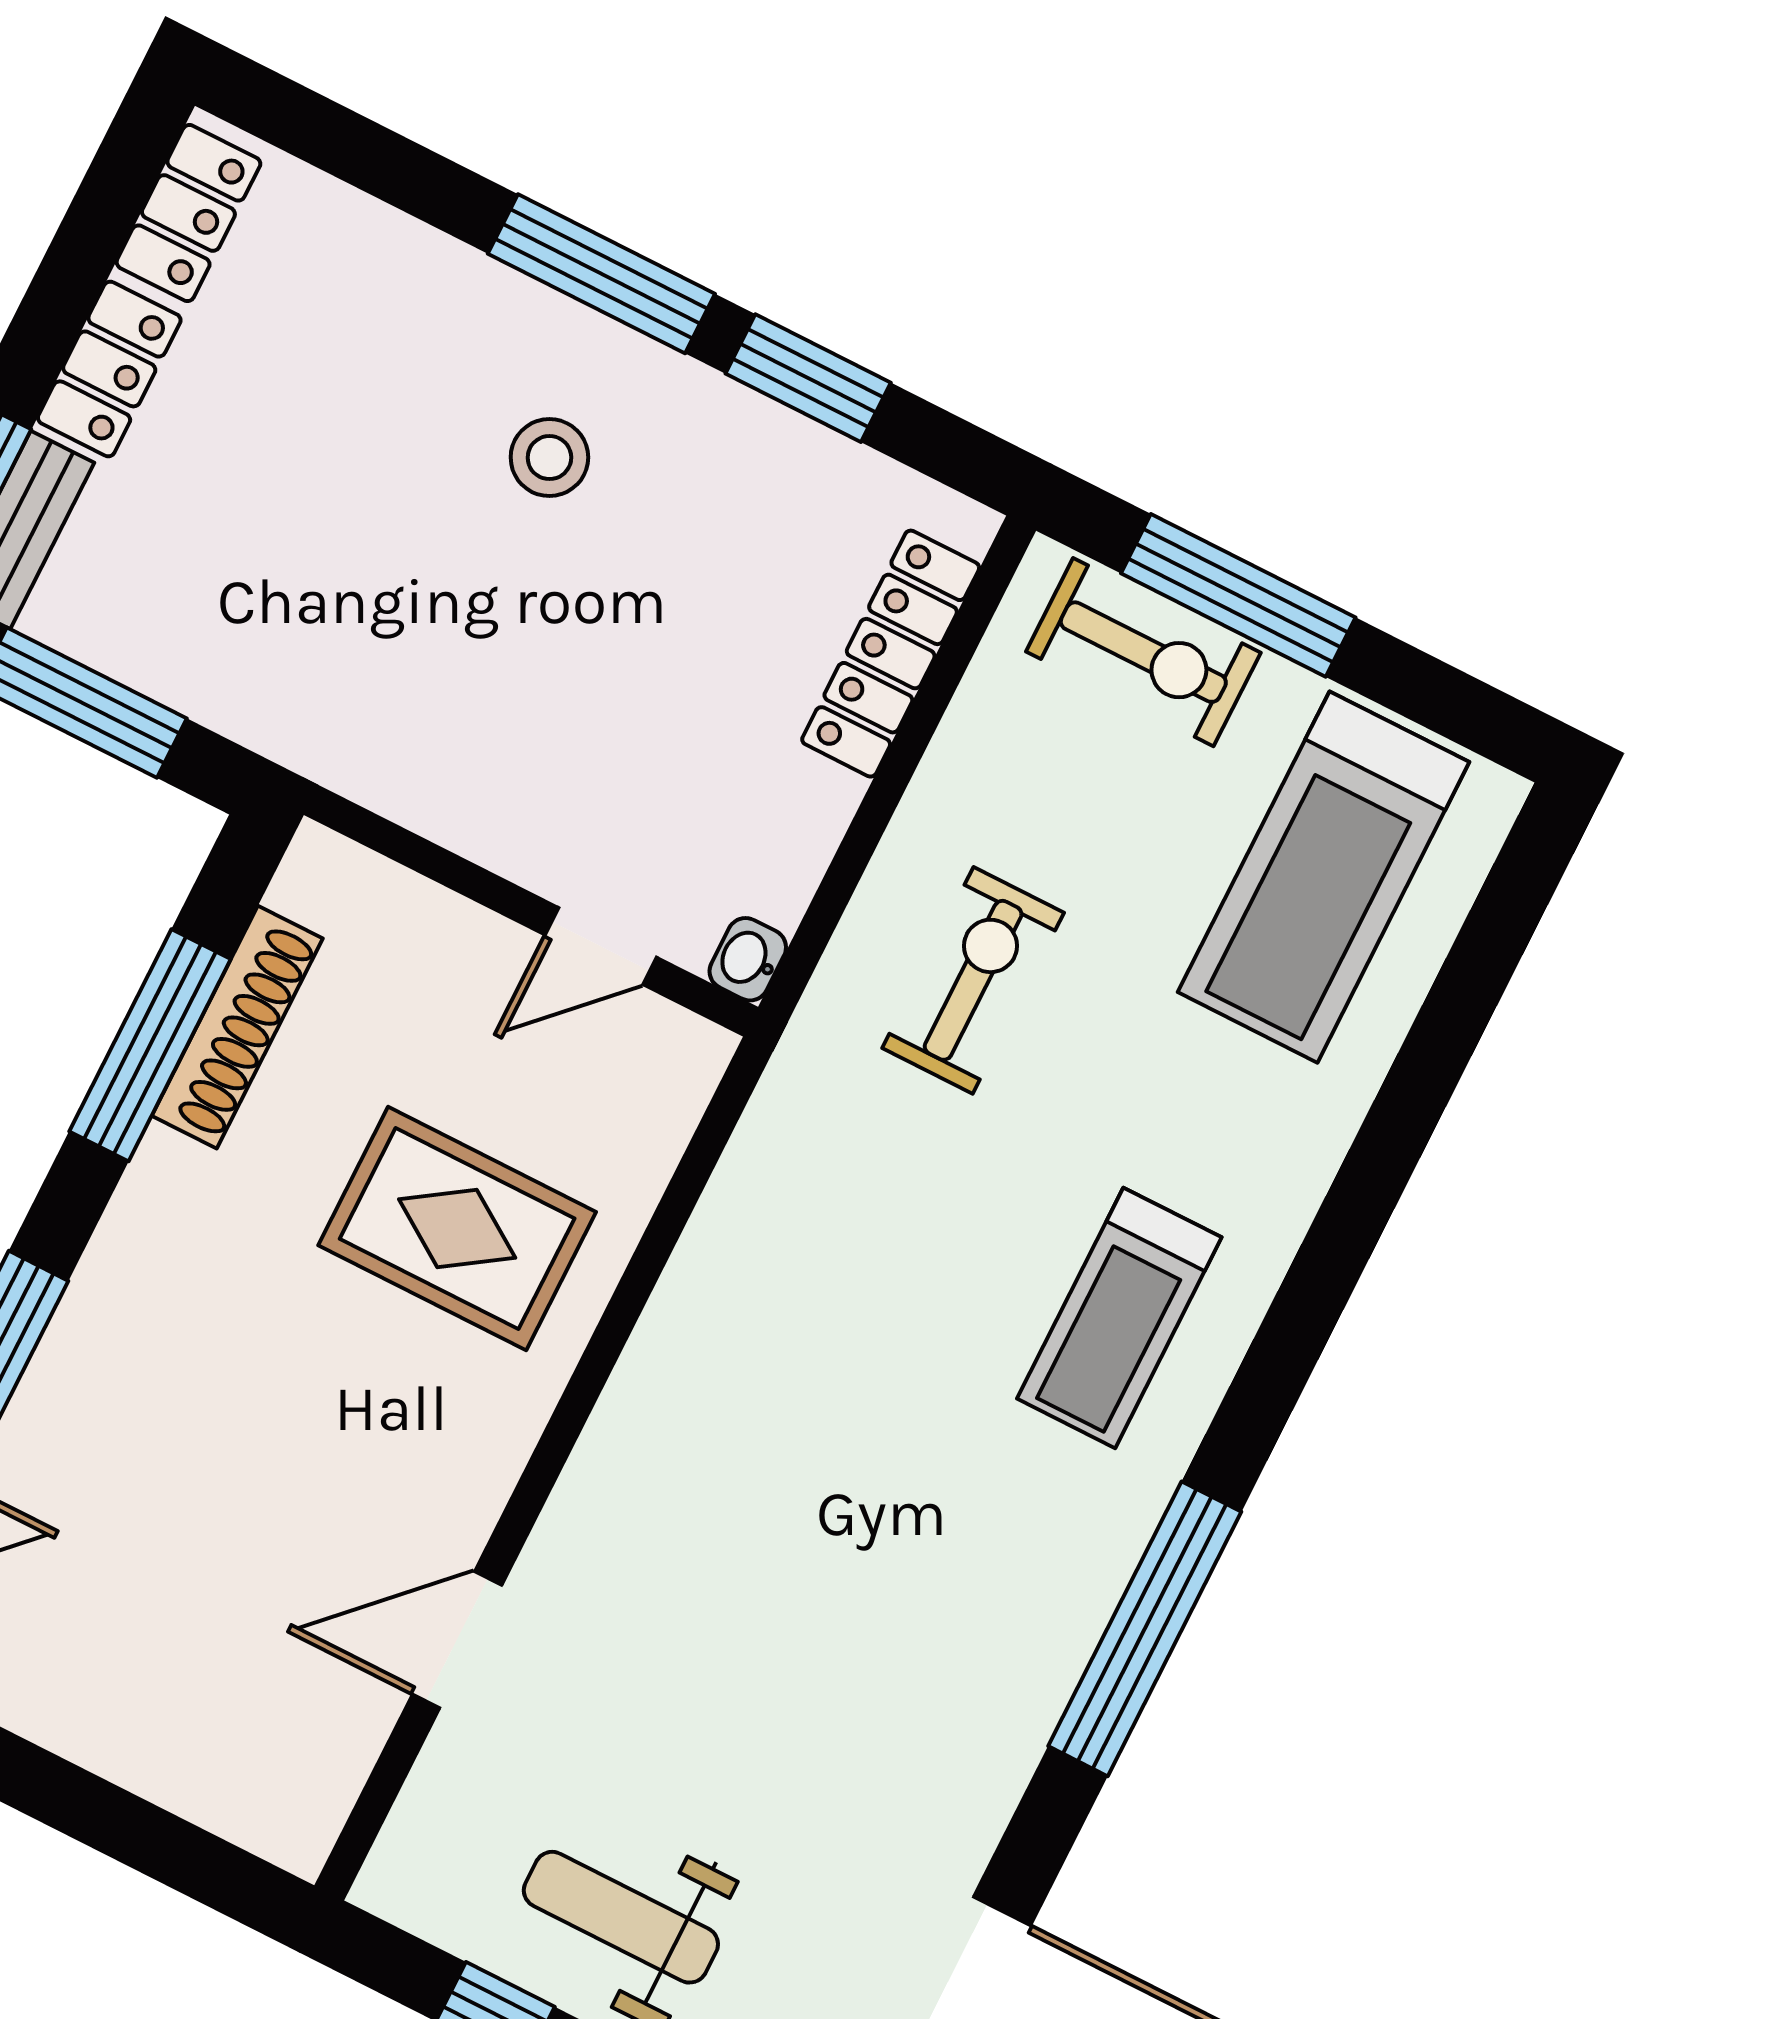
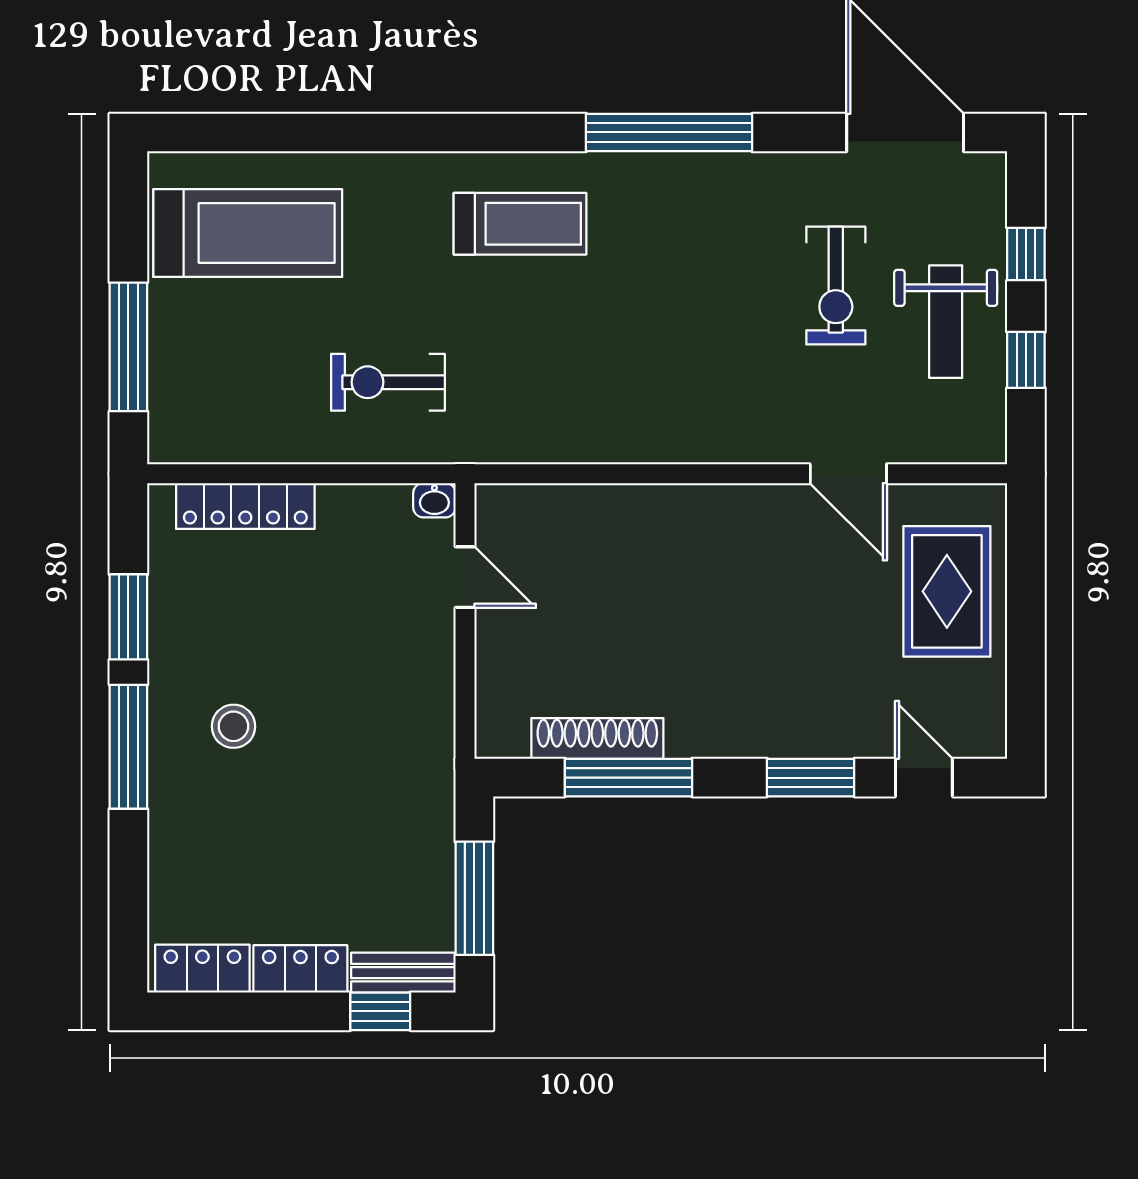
exercise bike: (1143, 652) -> (836, 285), moved, turned 180
rug: (457, 1229) -> (947, 591), moved

